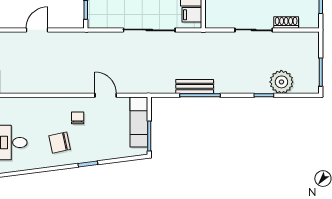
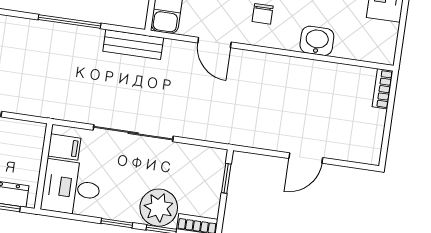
bench: (195, 86) -> (133, 45), moved
washbasin: (41, 106) -> (317, 41), added

